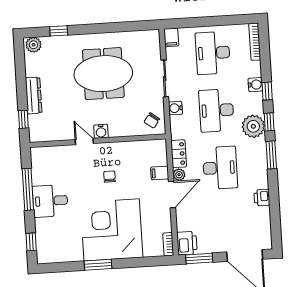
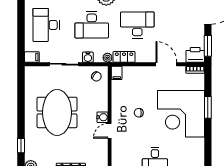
desk: (213, 53) -> (46, 25), turned 90
filing cabinet: (160, 173) -> (117, 73), moved
plant: (179, 175) -> (107, 58), moved
door: (172, 195) -> (166, 64), moved
window: (98, 265) -> (208, 107), moved

